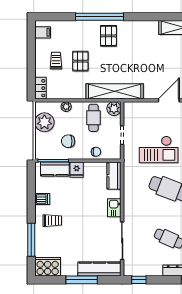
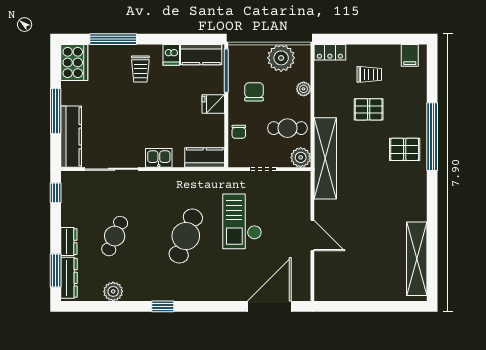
kitchen counter: (55, 169) -> (201, 55), moved, turned -90

